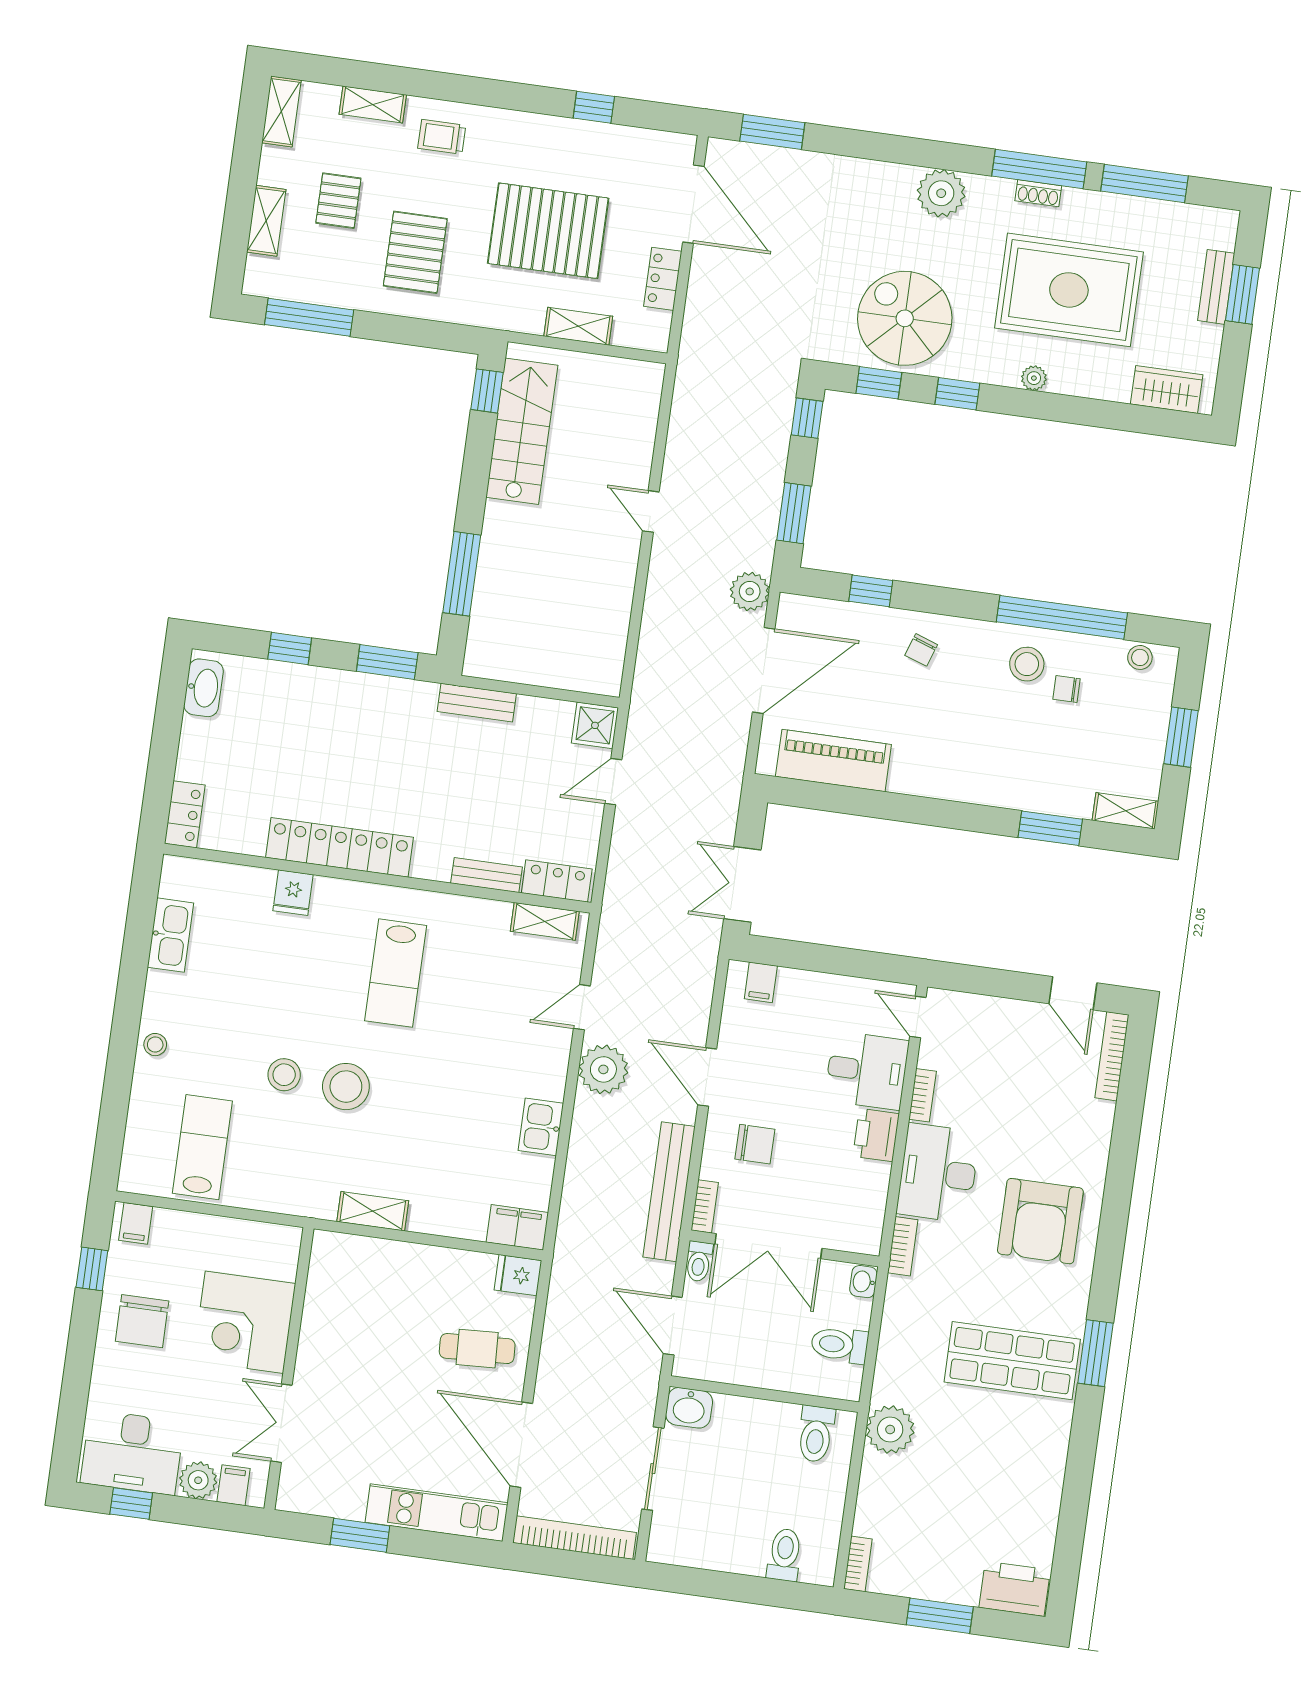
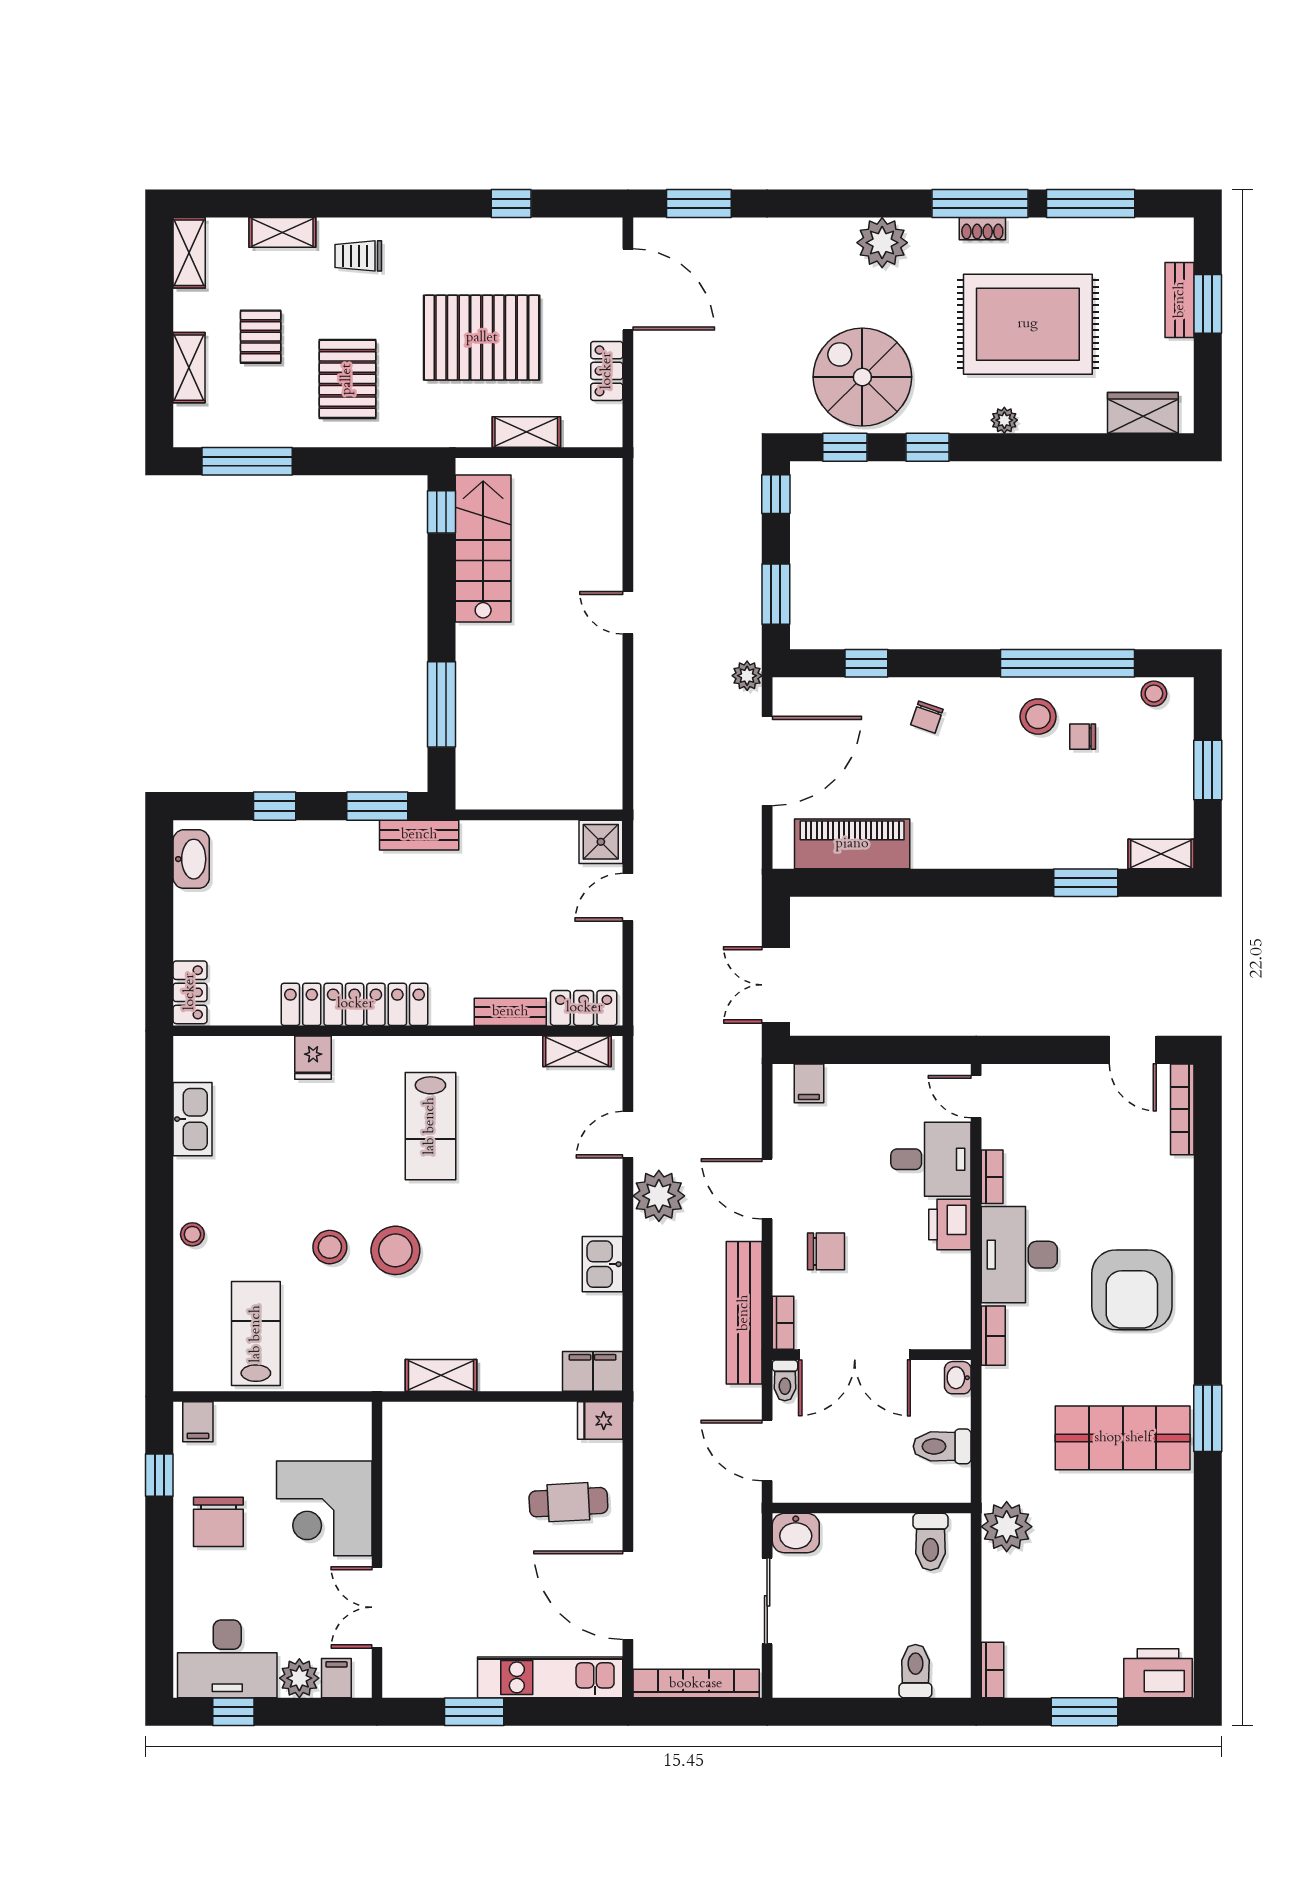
plant: (750, 591) -> (747, 676), width x0.73, depth x0.73
bench: (477, 703) -> (419, 835), moved

